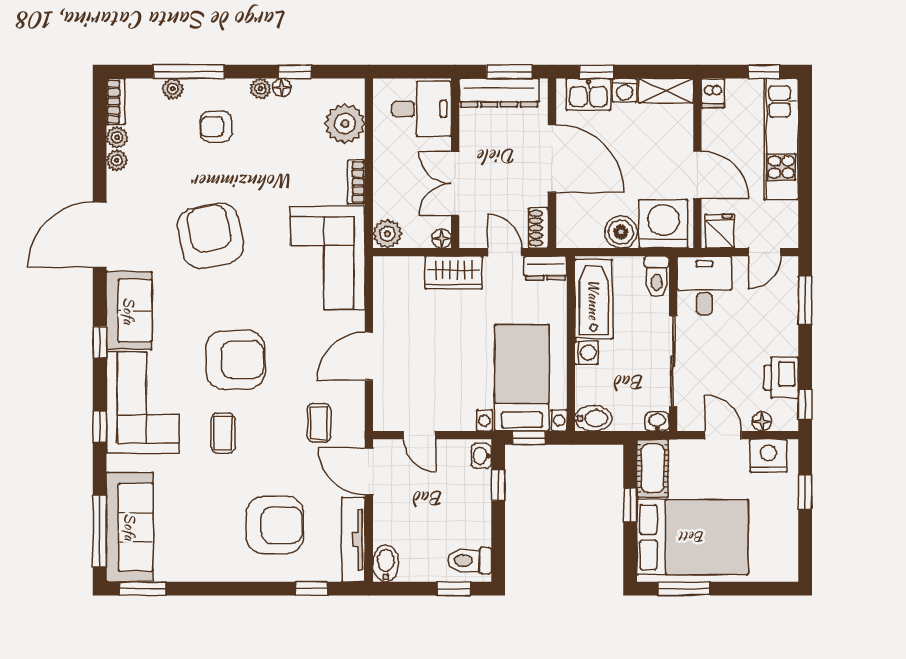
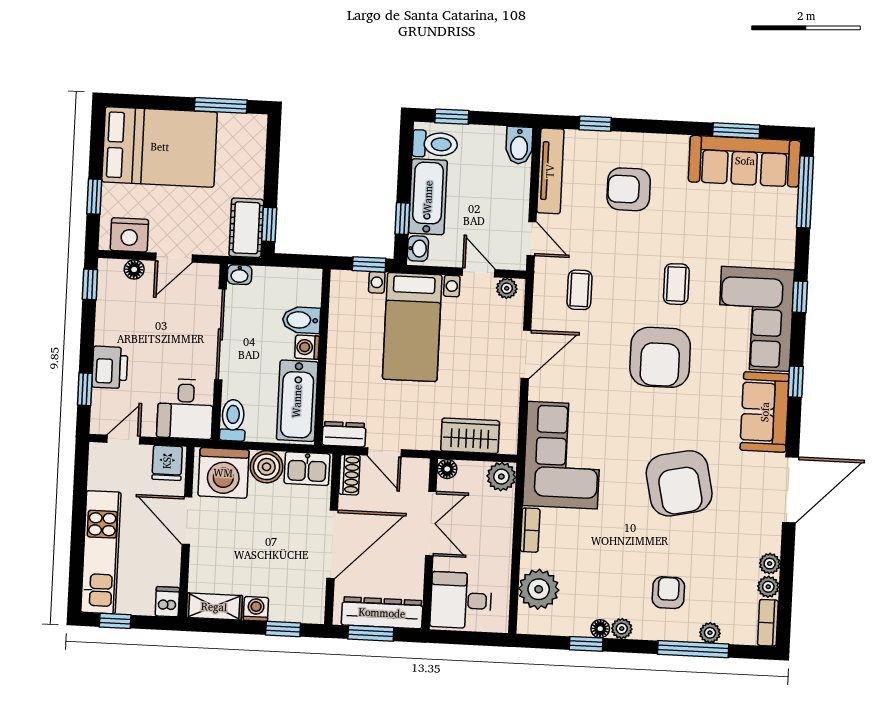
kitchen sink: (588, 94) -> (307, 469), moved, turned 180
armchair: (216, 127) -> (668, 593), turned -90
door: (552, 158) -> (332, 544), swing flipped
wardrobe: (454, 273) -> (470, 436), moved
window: (805, 300) -> (85, 389), width x0.67
armchair: (236, 360) -> (660, 357), turned -89
bed with nightstands: (522, 378) -> (412, 327), moved
printer: (781, 378) -> (110, 367), moved
bidet: (593, 418) -> (301, 320), moved
plant: (391, 421) -> (507, 288), added
door: (723, 435) -> (174, 258), hinge flipped
door: (369, 471) -> (532, 239), width x0.73
window: (630, 505) -> (269, 224), moved
bathtub: (474, 508) -> (428, 197), added
armchair: (275, 525) -> (629, 189), width x0.73, depth x0.73
sofa: (130, 527) -> (745, 161), moved, turned -90
bed: (692, 537) -> (160, 147), moved, turned 180
window: (143, 589) -> (736, 131), moved

